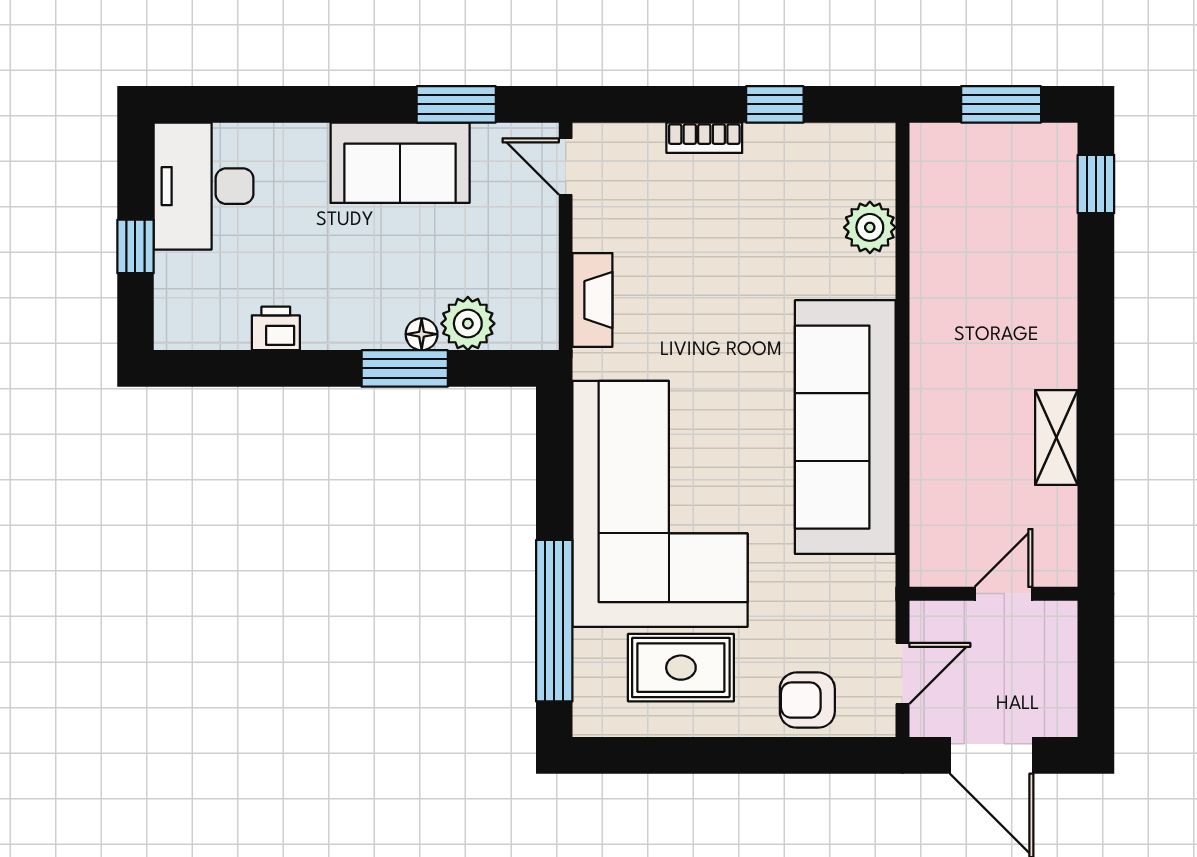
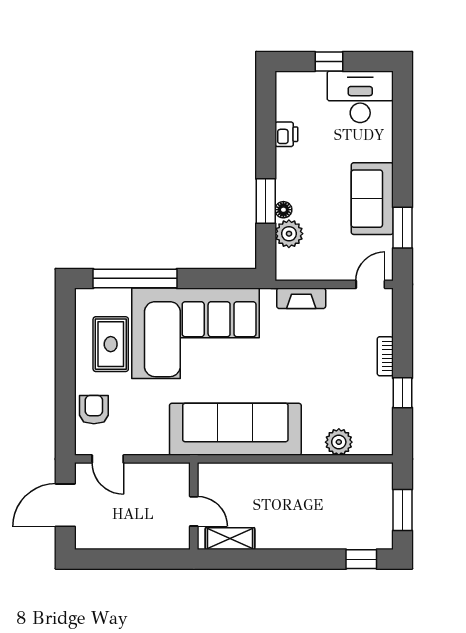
wall: (994, 594) -> (194, 506), moved
door: (1004, 594) -> (194, 511), moved

